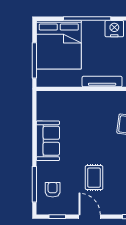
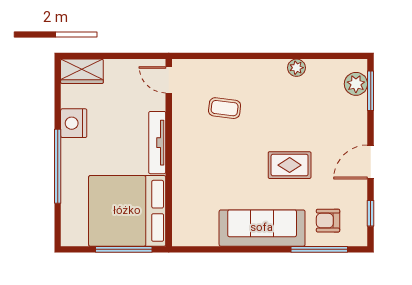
bed: (59, 45) -> (127, 211), moved, turned 180
sofa: (48, 141) -> (262, 228), width x1.36
rug: (94, 178) -> (290, 165), moved

